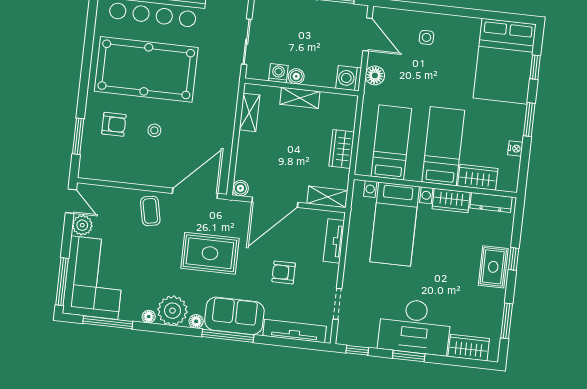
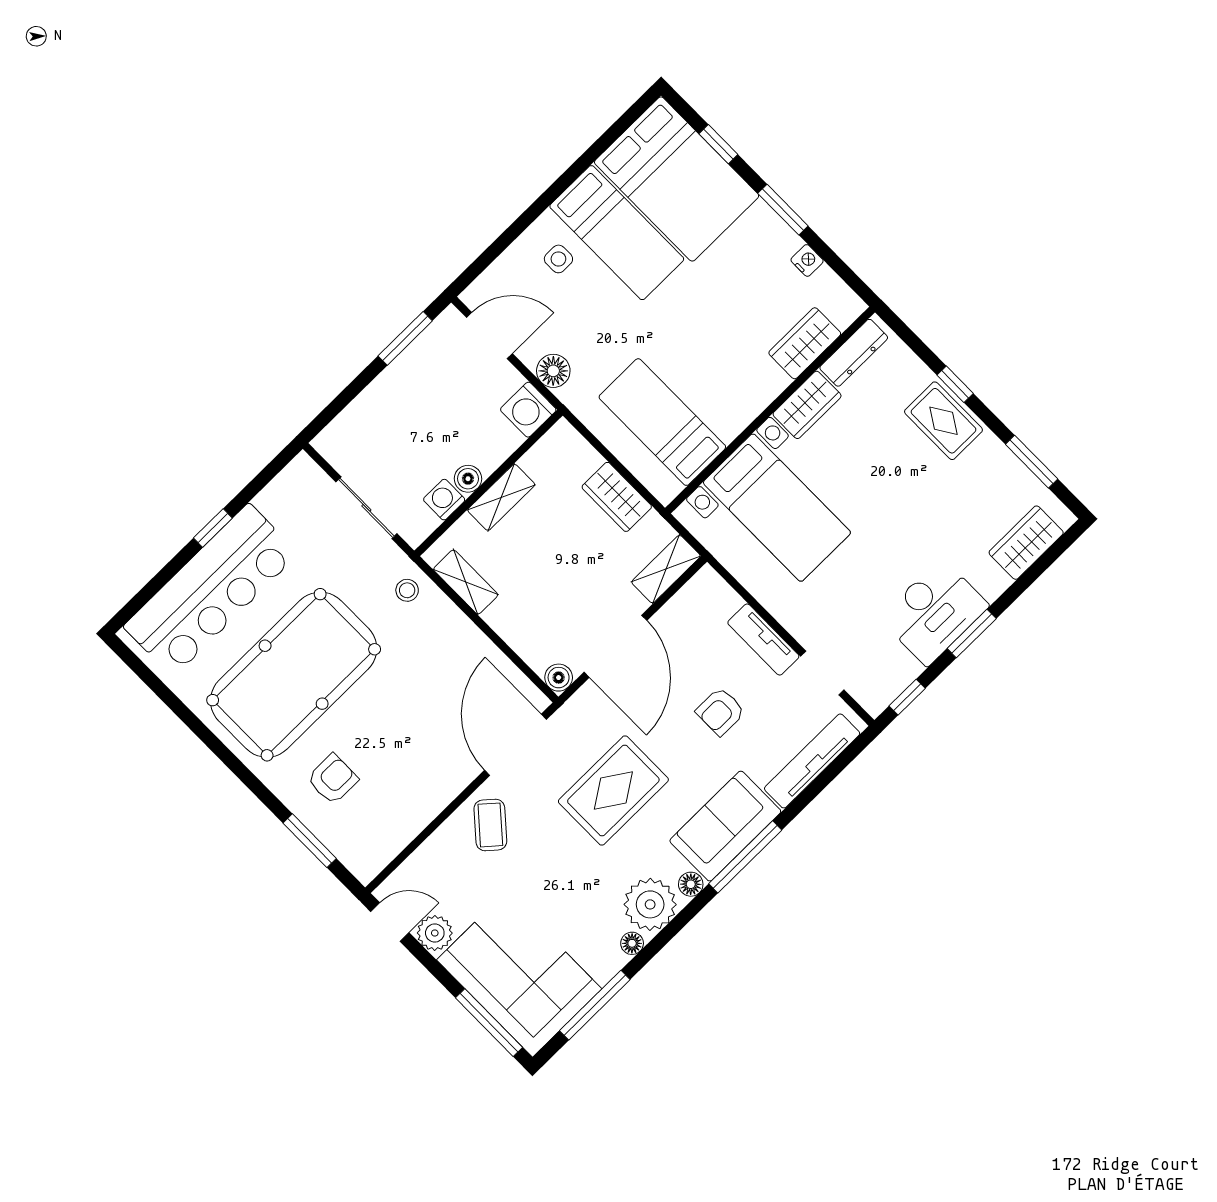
stool: (154, 130) -> (407, 590), moved
bed: (443, 146) -> (617, 233), moved, turned 180
coffee table: (150, 211) -> (490, 825), turned 53
tv unit: (334, 241) -> (763, 639), moved
desk: (415, 327) -> (934, 612), width x0.73, depth x0.77

